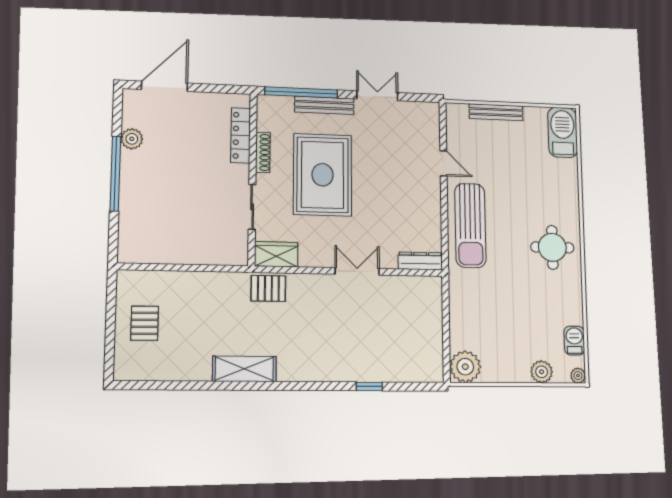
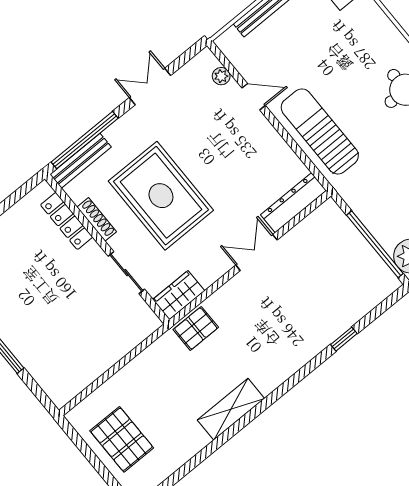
bench: (324, 105) -> (81, 161), moved
plant: (432, 131) -> (221, 76), added
sun lounger: (470, 225) -> (320, 131), turned 180
dresser: (420, 261) -> (294, 203), width x1.37, depth x1.24
pallet: (145, 323) -> (122, 439), width x1.50, depth x1.42
window: (446, 337) -> (375, 244), added

